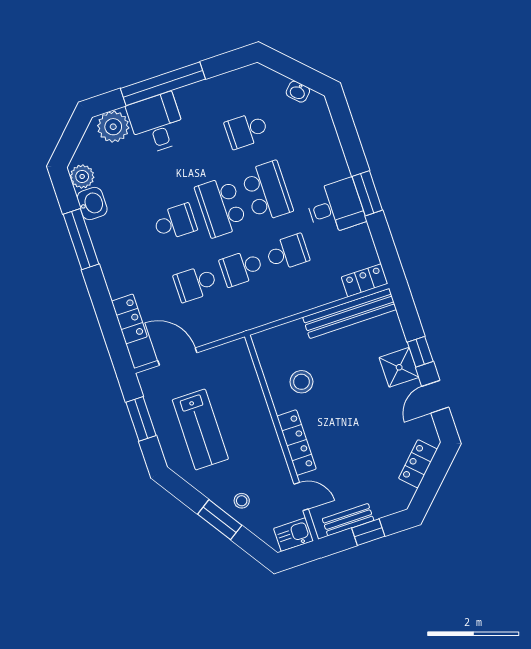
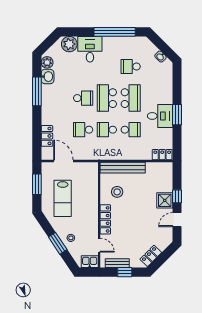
window: (163, 84) -> (115, 32), moved
bench: (350, 313) -> (123, 168), moved
locker: (418, 464) -> (151, 256), moved

